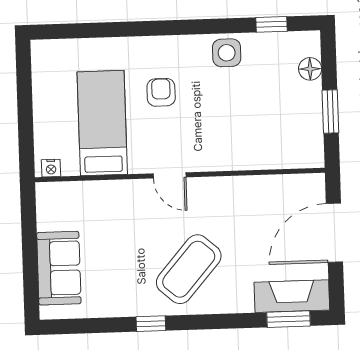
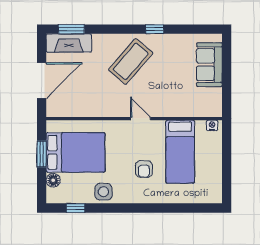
bed: (275, 116) -> (76, 152), added

